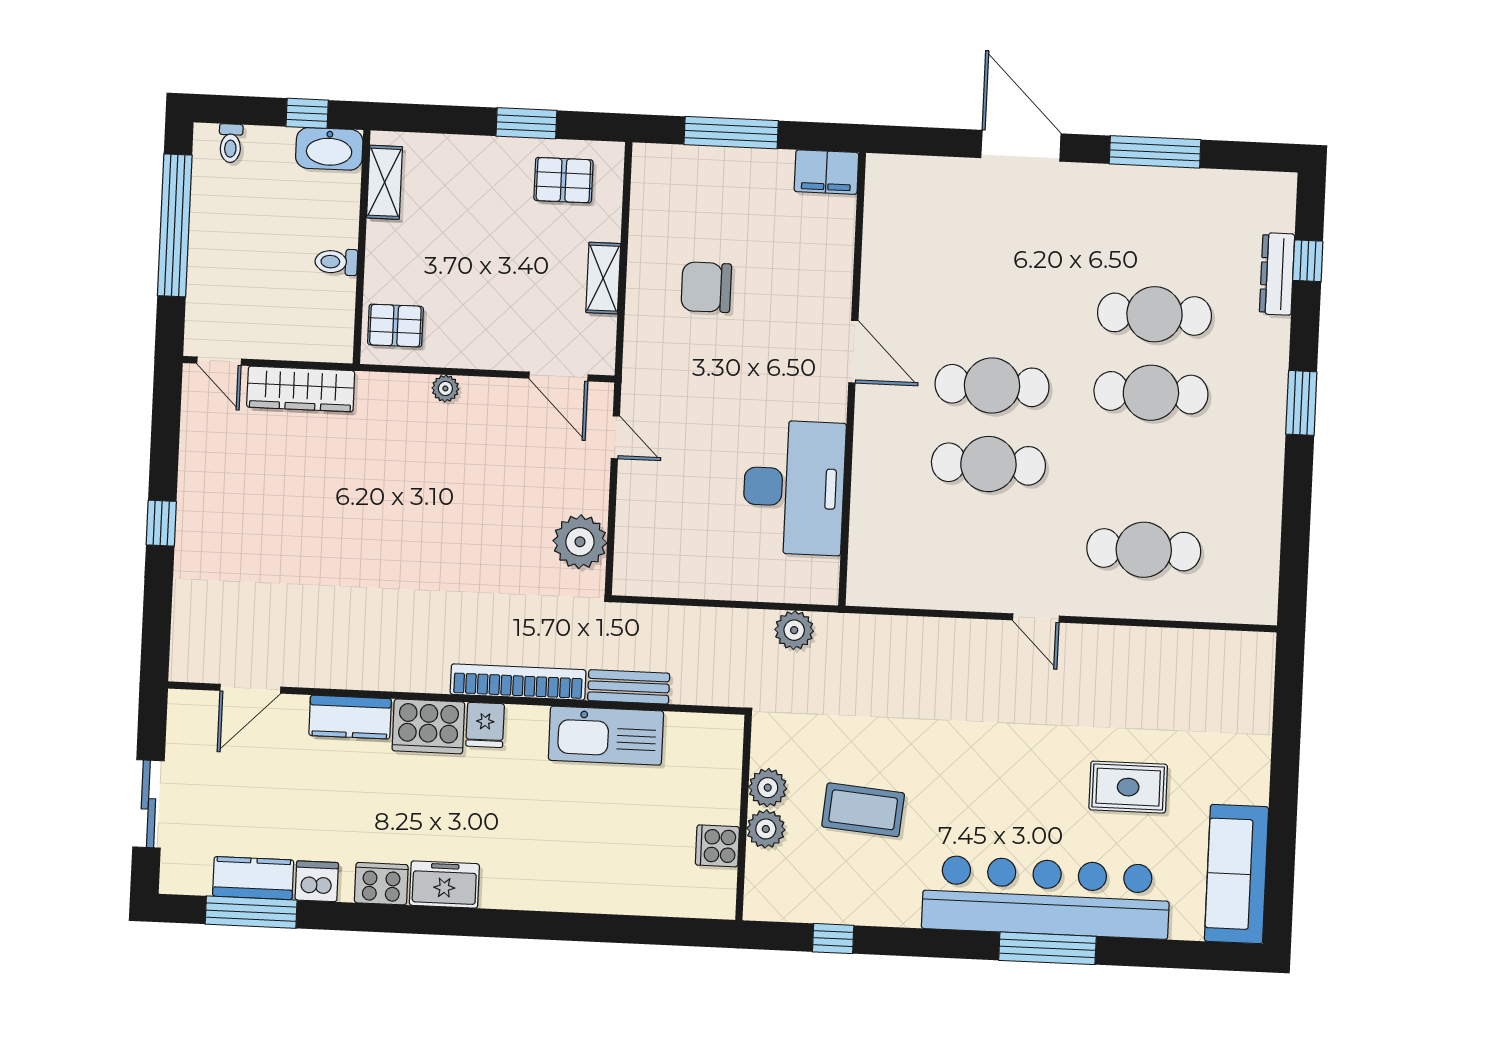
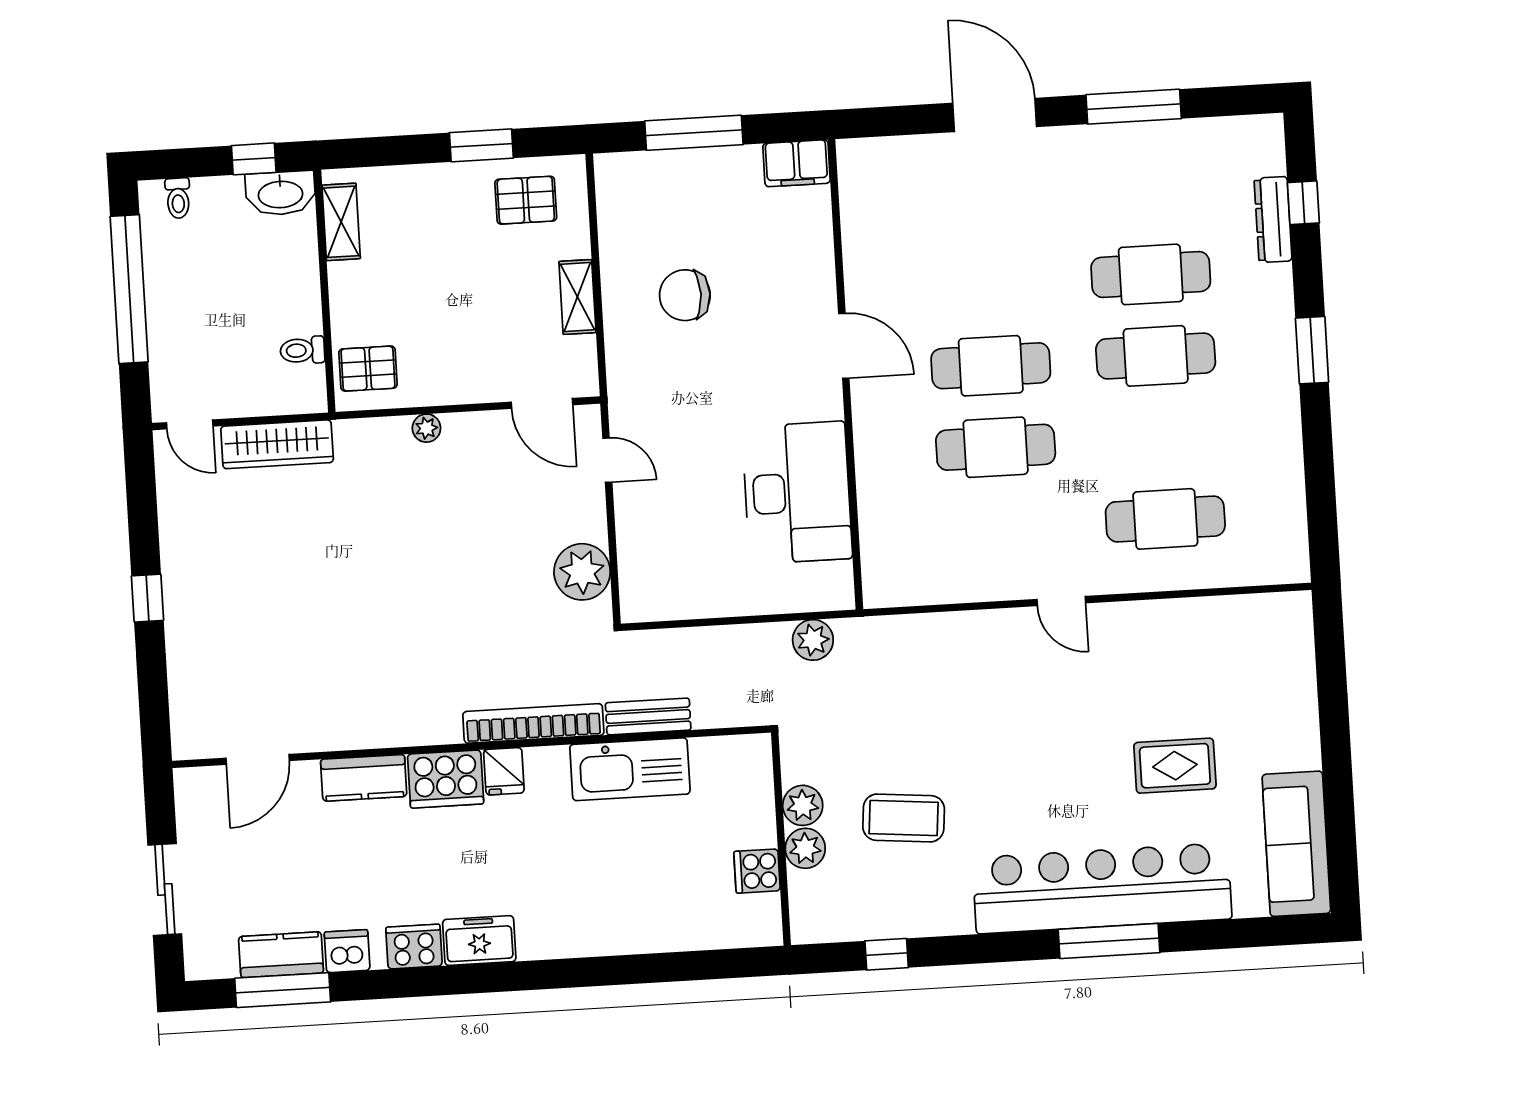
toilet: (336, 262) -> (302, 350), moved

